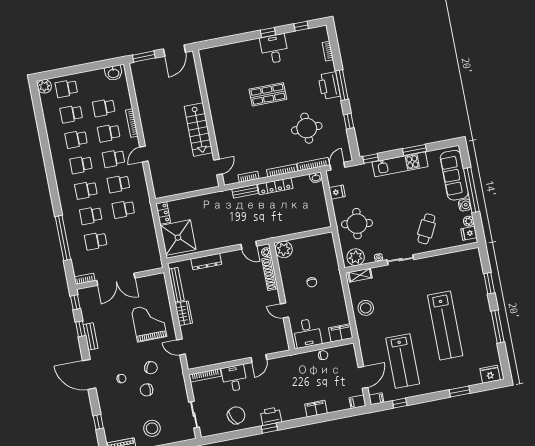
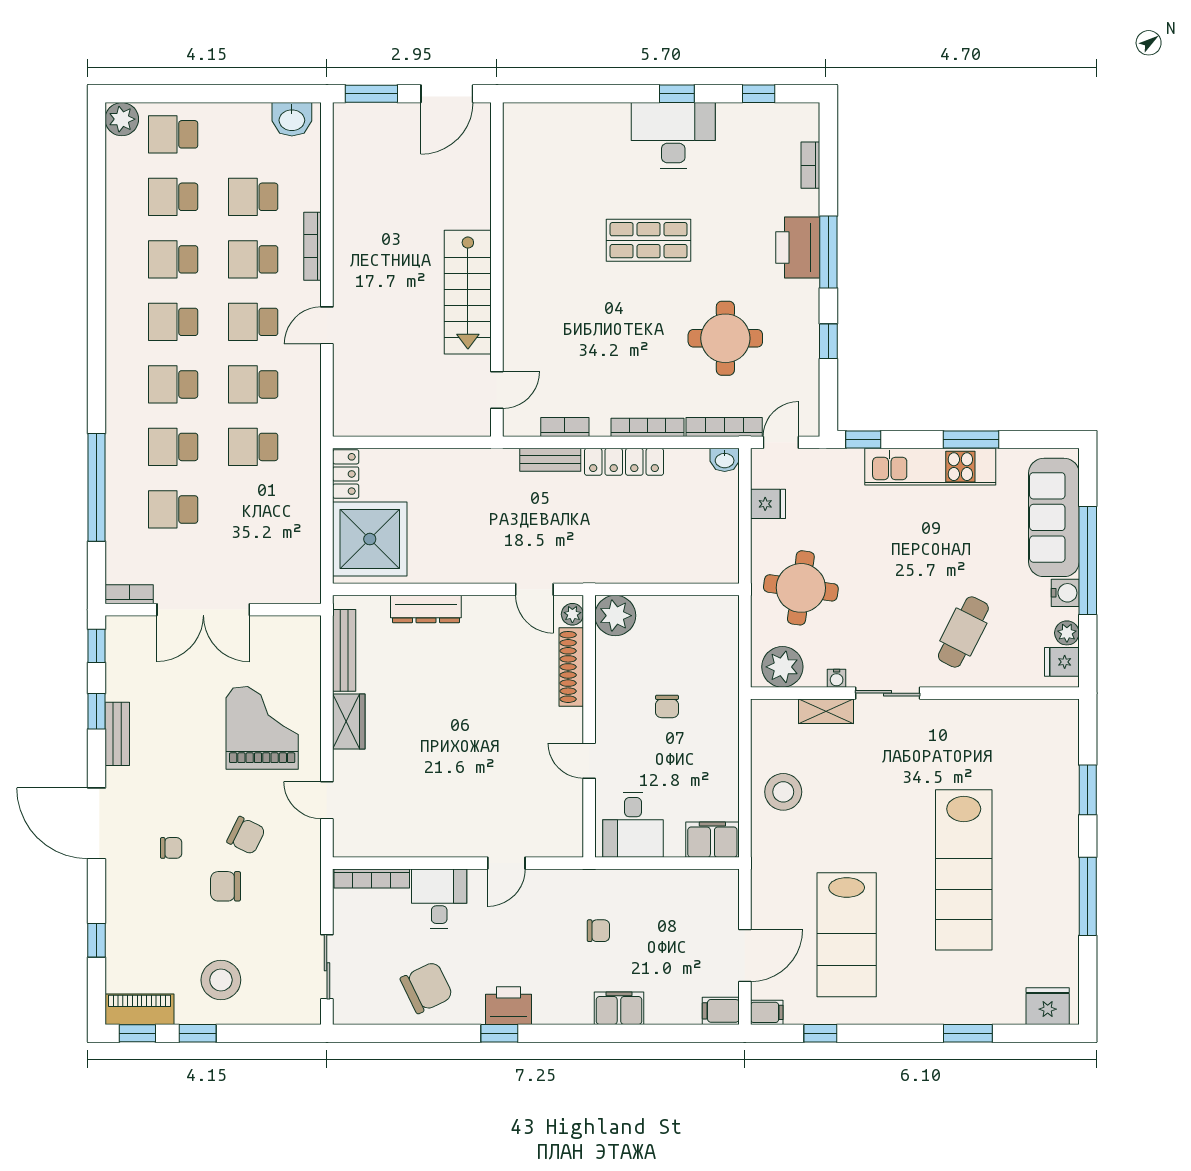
desk: (274, 49) -> (673, 135), width x1.37
shelving: (360, 275) -> (826, 711), moved
chair: (323, 355) -> (598, 931), moved

